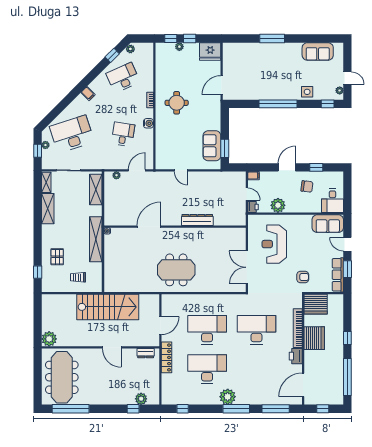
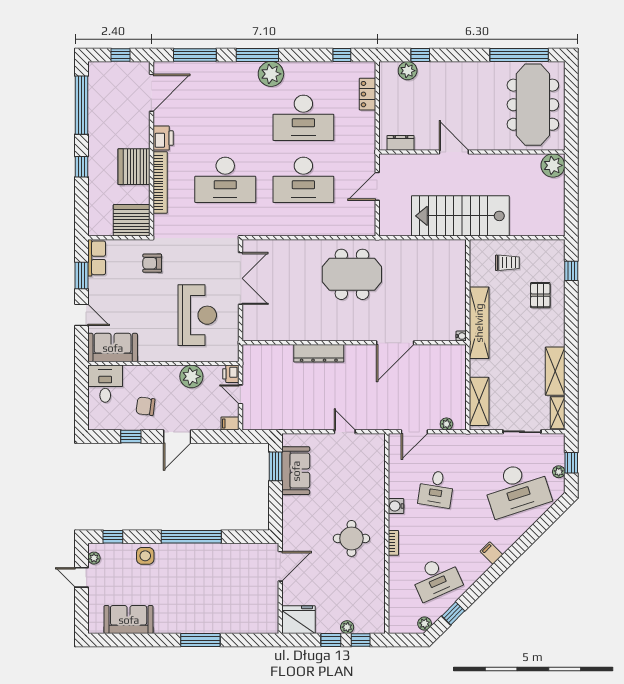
row of seats: (338, 275) -> (97, 258), width x0.68
locker: (166, 357) -> (368, 94), moved, width x0.66

